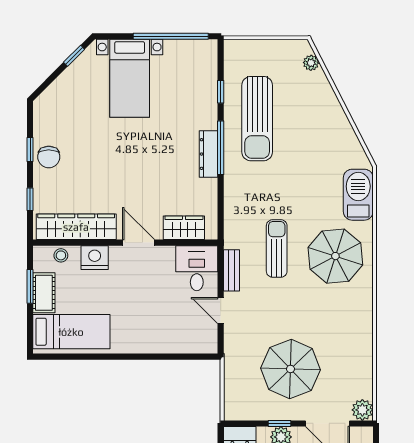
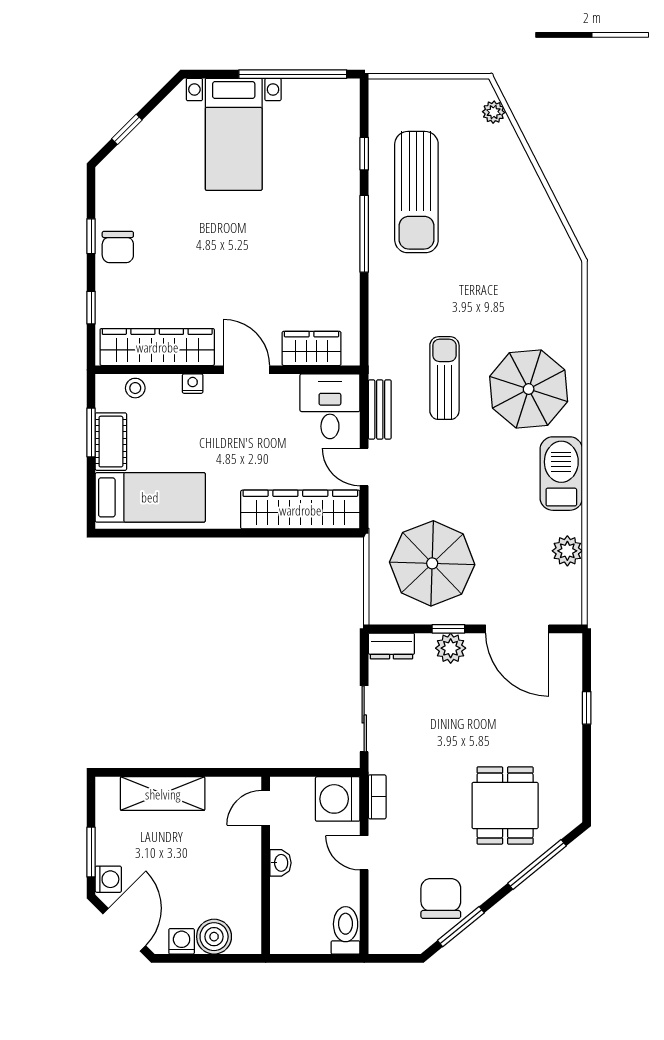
window: (74, 56) -> (127, 129), moved
dresser: (209, 154) -> (347, 243), removed
barbecue: (358, 195) -> (561, 474), moved
nightstand: (95, 258) -> (193, 384), width x0.53, depth x0.56
wardrobe: (176, 340) -> (300, 510), added
parasol: (291, 369) -> (432, 563), moved
plant: (362, 410) -> (567, 551), moved

